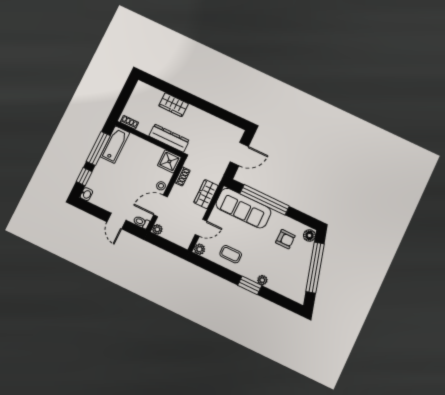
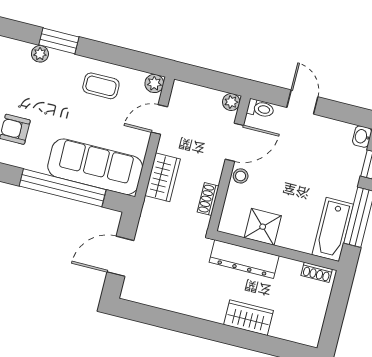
shower: (169, 161) -> (263, 227), moved

